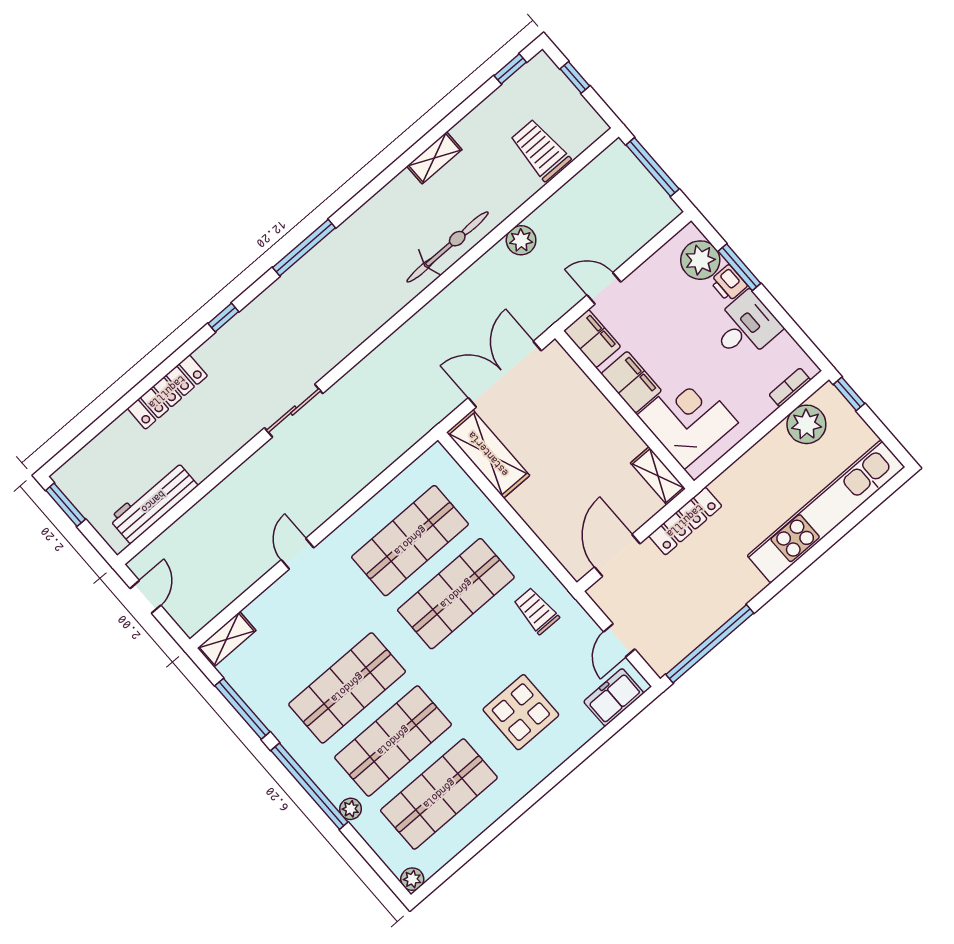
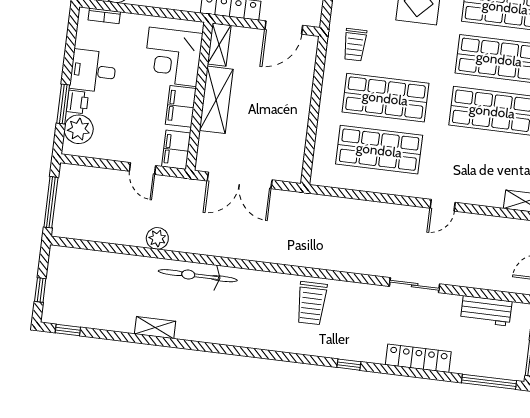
trolley: (540, 150) -> (312, 303), moved
window: (304, 248) -> (489, 382), moved
sliding door: (294, 411) -> (415, 285), moved
shelving: (488, 454) -> (216, 100), moved
workbench: (153, 502) -> (486, 311), width x0.73

